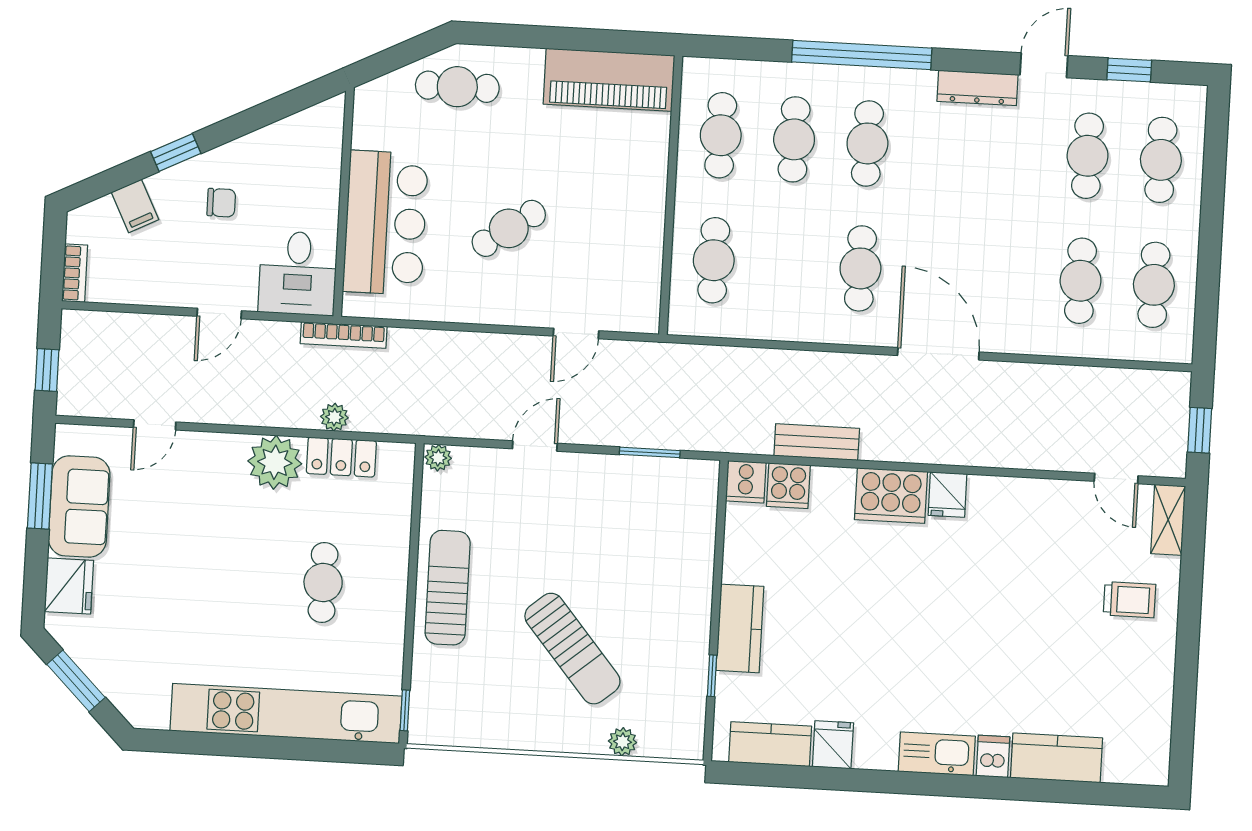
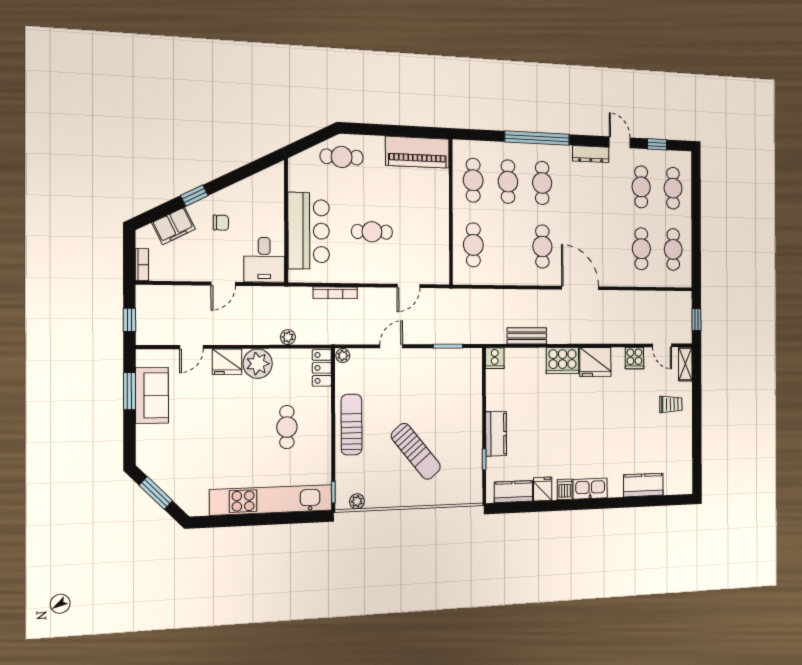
door: (1044, 65) -> (620, 142), hinge flipped
filing cabinet: (135, 206) -> (174, 226), width x2.00
cafe table: (509, 228) -> (372, 232), turned 35
bookcase: (344, 335) -> (335, 293), moved
locker: (341, 457) -> (322, 368), moved, turned 90
cooker: (788, 486) -> (634, 358), moved
fridge: (948, 495) -> (595, 362), width x1.88, depth x1.34
fridge: (69, 586) -> (227, 362), moved, turned 90
plant: (623, 742) -> (357, 501), moved
dishwasher: (993, 756) -> (565, 489), moved

